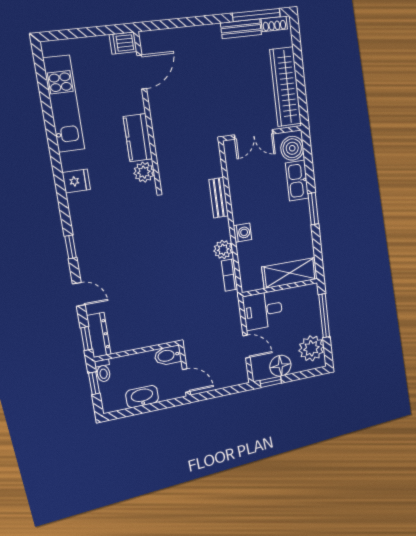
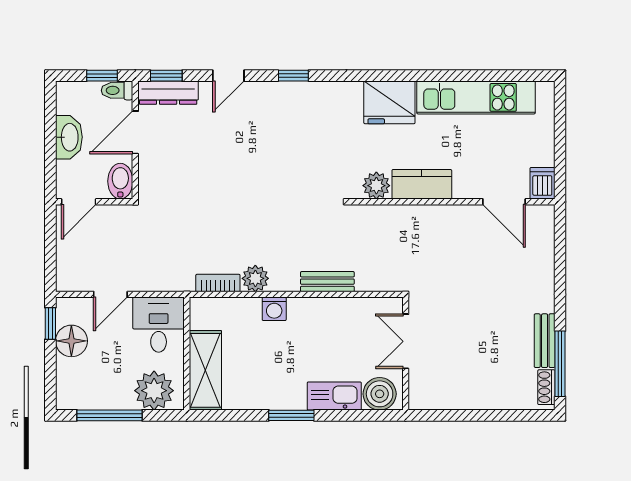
wardrobe: (286, 87) -> (463, 394), removed
fridge: (76, 181) -> (389, 102), width x1.88, depth x1.34
window: (324, 316) -> (110, 415), moved
plant: (311, 348) -> (154, 391), moved
door: (132, 352) -> (135, 132), added

